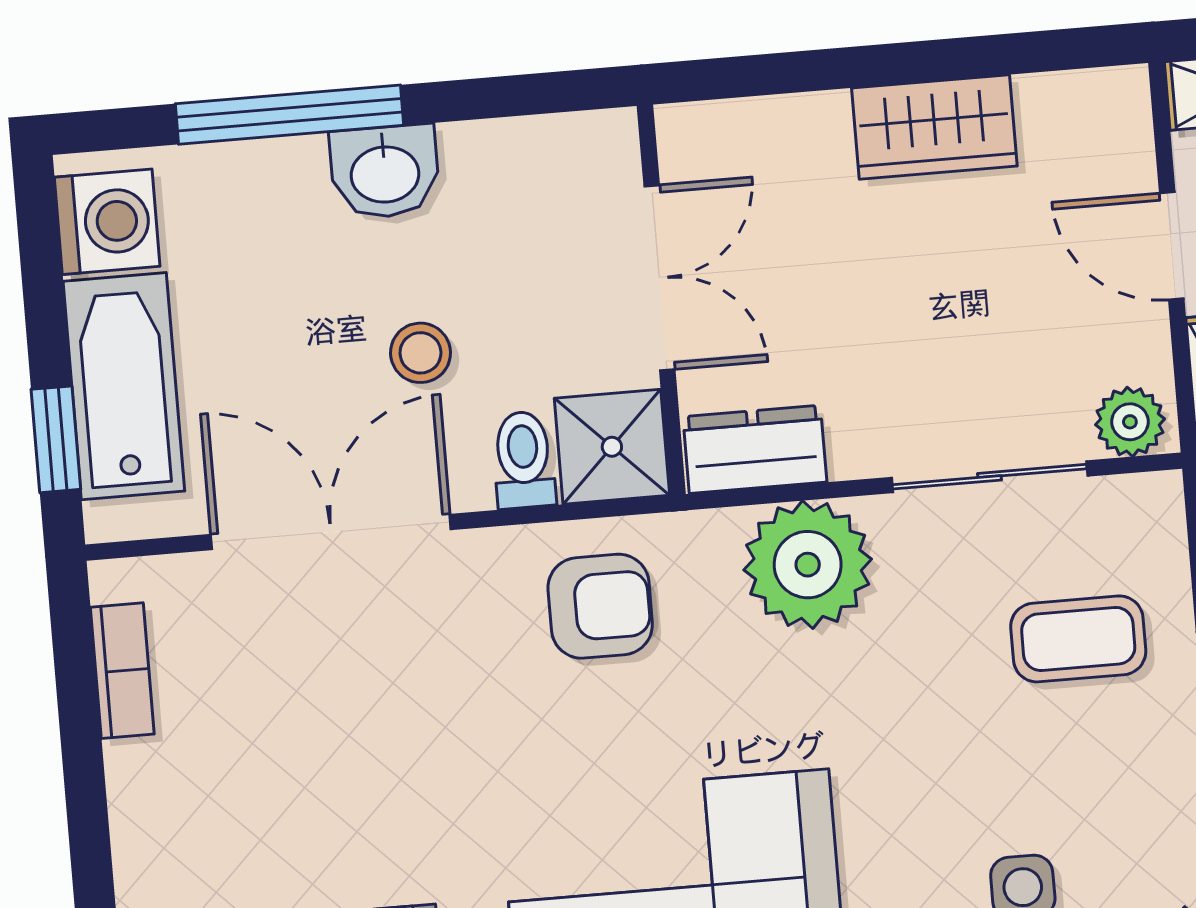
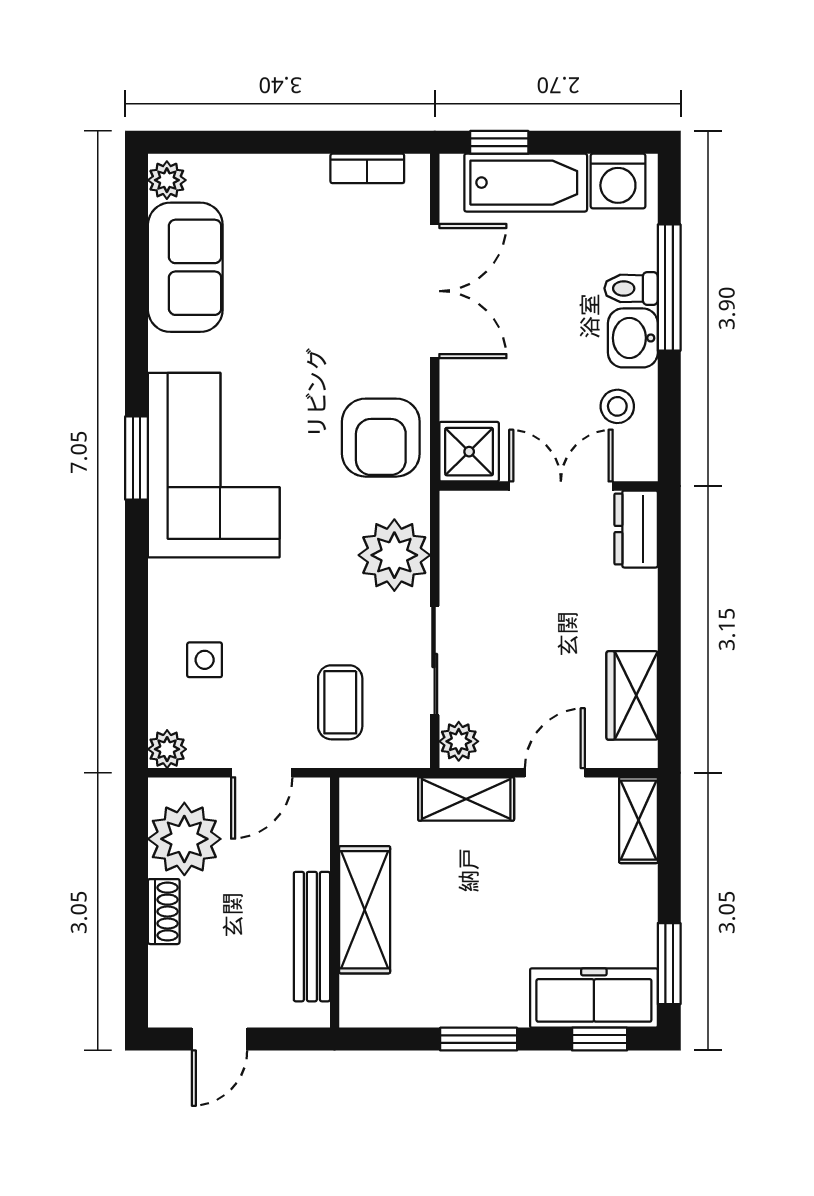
wardrobe: (934, 127) -> (632, 695), moved
double door: (659, 278) -> (561, 486), swing flipped
stool: (420, 353) -> (617, 406), moved
dresser: (755, 449) -> (636, 529), moved, turned 180
toilet: (524, 460) -> (631, 288), moved, turned 180
armchair: (600, 606) -> (381, 438), width x1.38, depth x1.38

